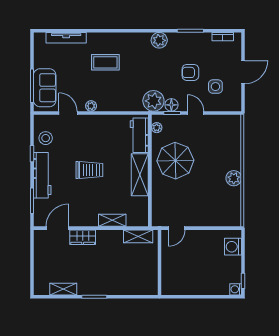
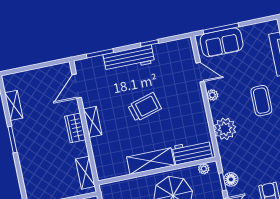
plant: (153, 101) -> (225, 129), moved
door: (68, 113) -> (200, 72), hinge flipped
stool: (46, 138) -> (169, 54), removed
trolley: (89, 170) -> (145, 107), turned -106
shelving: (112, 220) -> (92, 122), moved
door: (57, 228) -> (77, 86), swing flipped
wardrobe: (83, 237) -> (75, 128), moved

